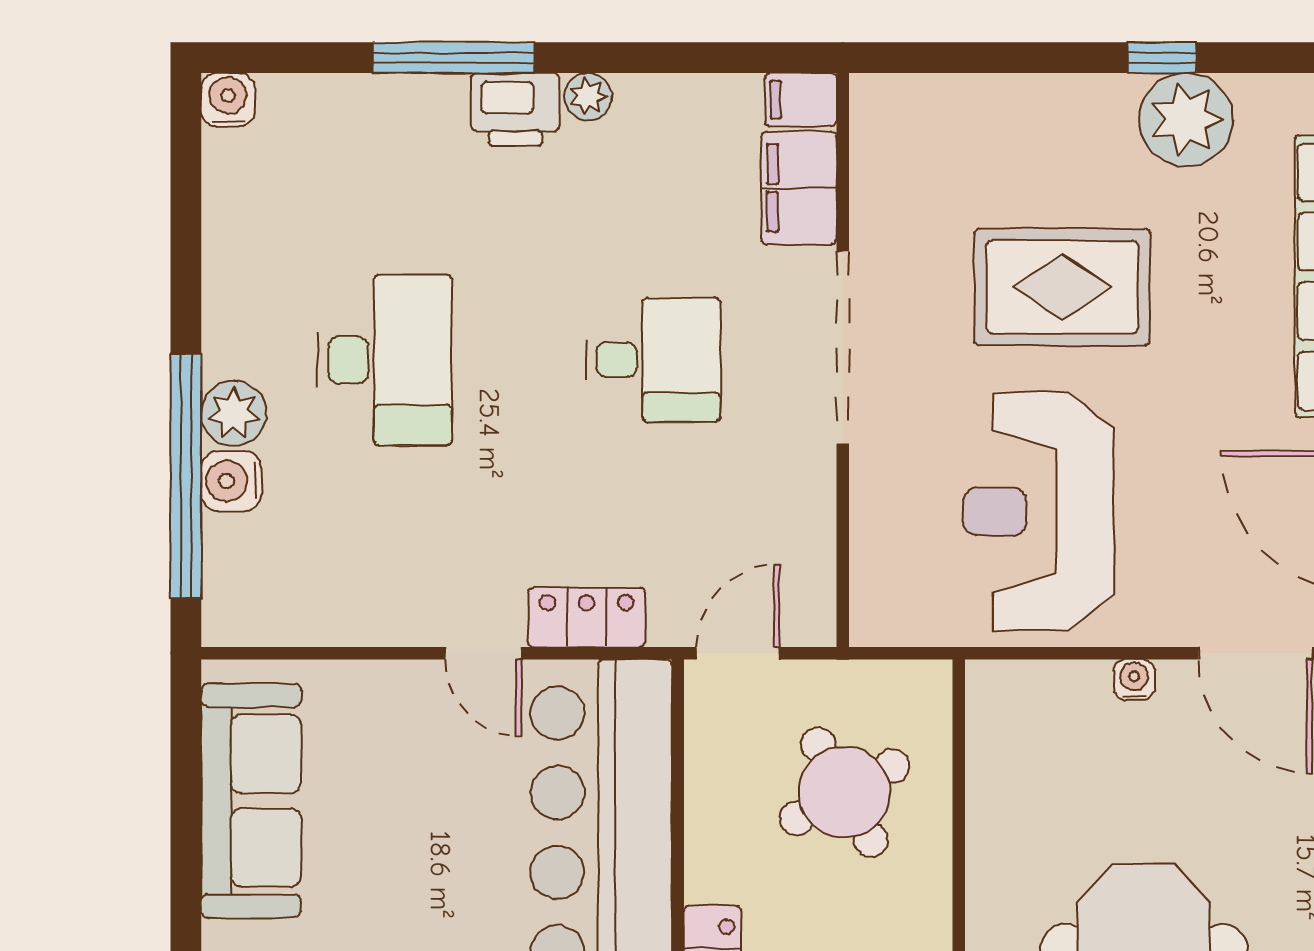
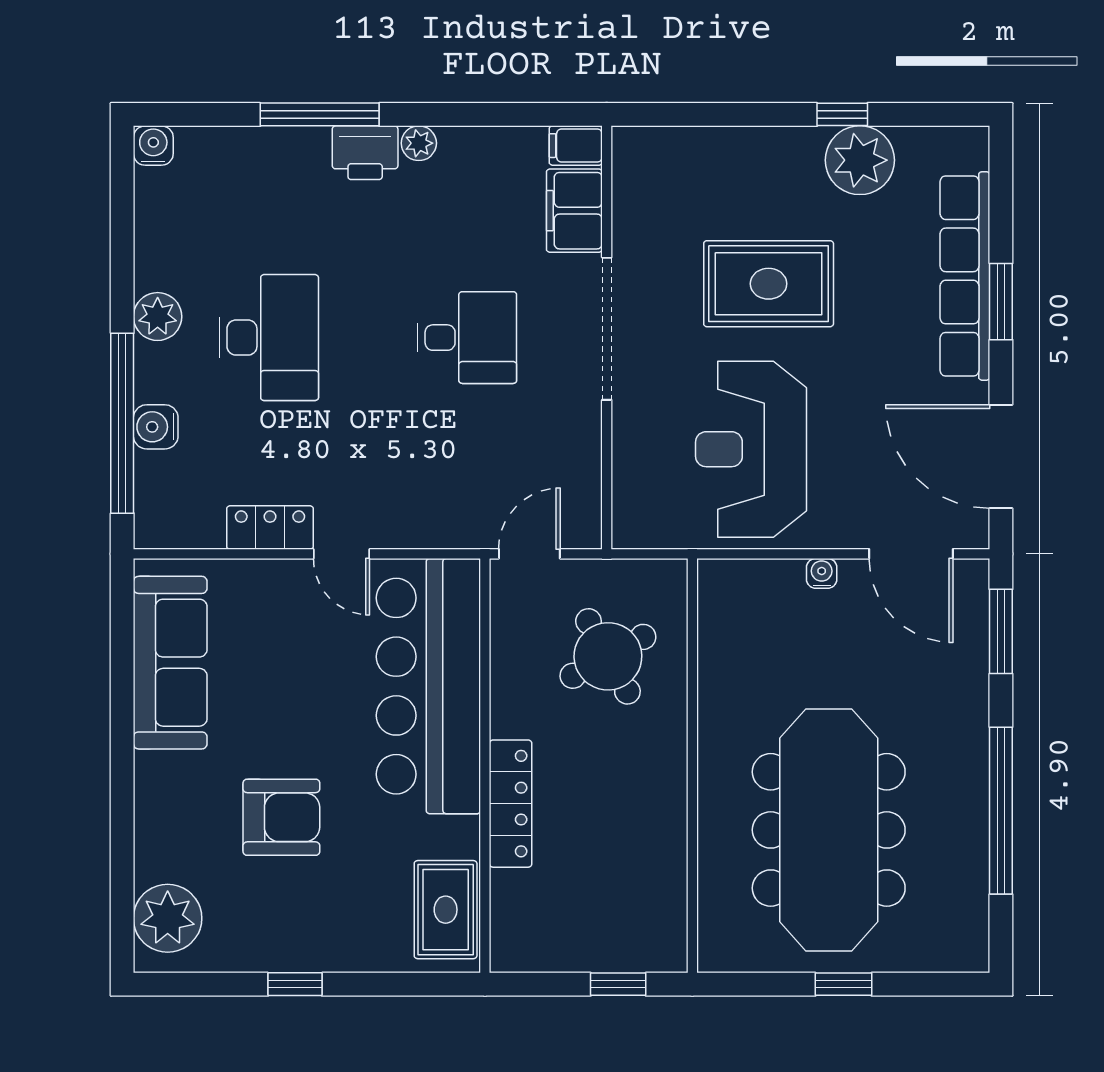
plant: (234, 413) -> (158, 317), moved
locker: (587, 617) -> (270, 528), moved

